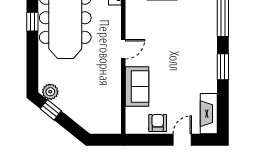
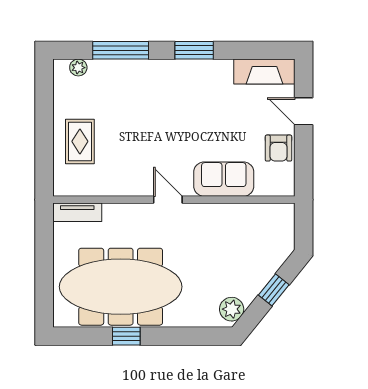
window: (51, 110) -> (274, 290), moved
armchair: (158, 123) -> (278, 148), turned -90

